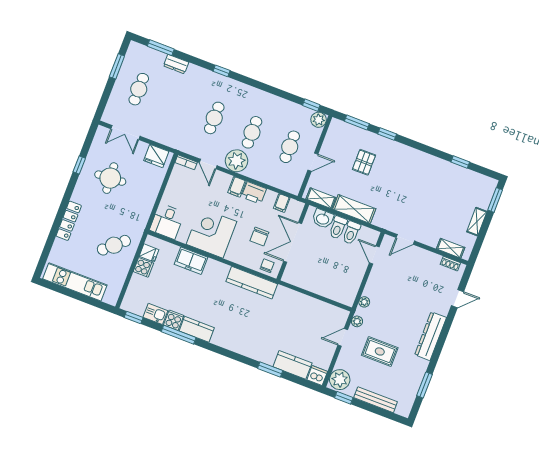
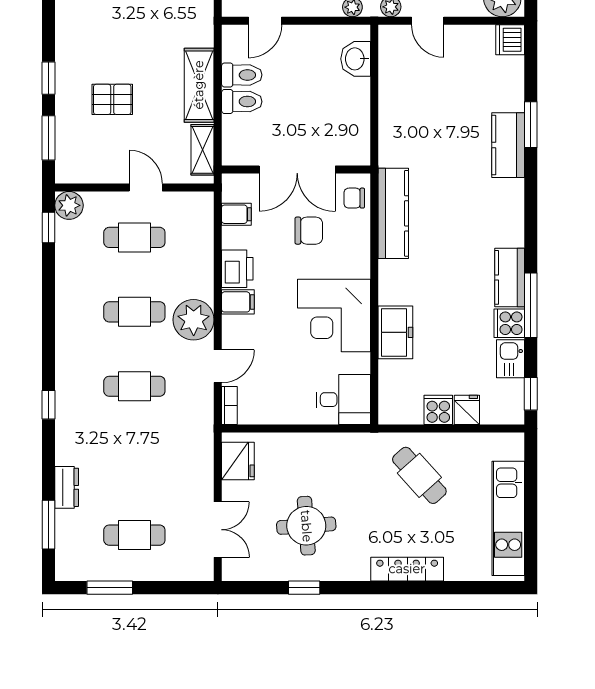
washbasin: (323, 219) -> (356, 59), moved, turned 180
fridge: (149, 253) -> (467, 410), moved
kitchen counter: (292, 365) -> (508, 145), moved

